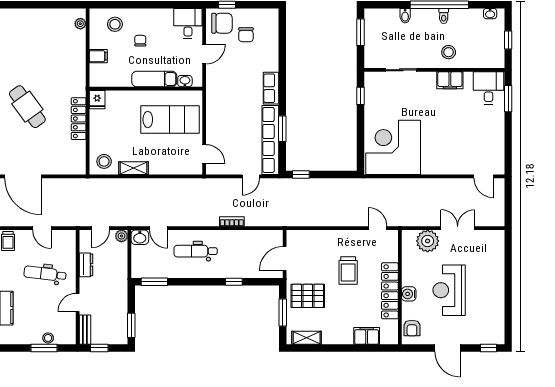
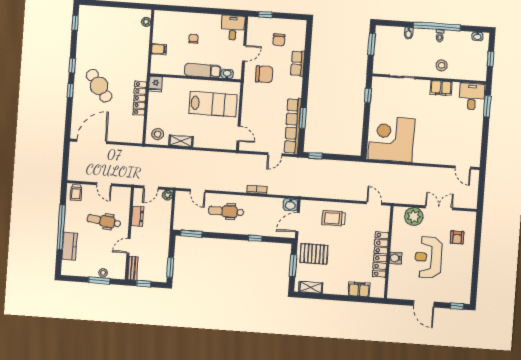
chair: (222, 23) -> (264, 74), moved
stool: (115, 24) -> (174, 24), removed
row of seats: (271, 88) -> (298, 63), moved
door: (23, 176) -> (92, 142), swing flipped
washbasin: (140, 237) -> (290, 205), moved
trolley: (348, 270) -> (334, 218), moved, turned 90
armchair: (412, 328) -> (457, 237), moved

